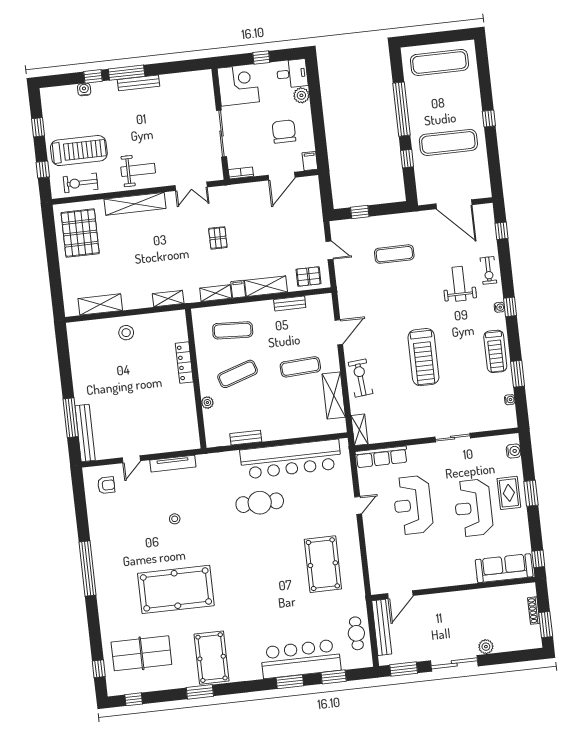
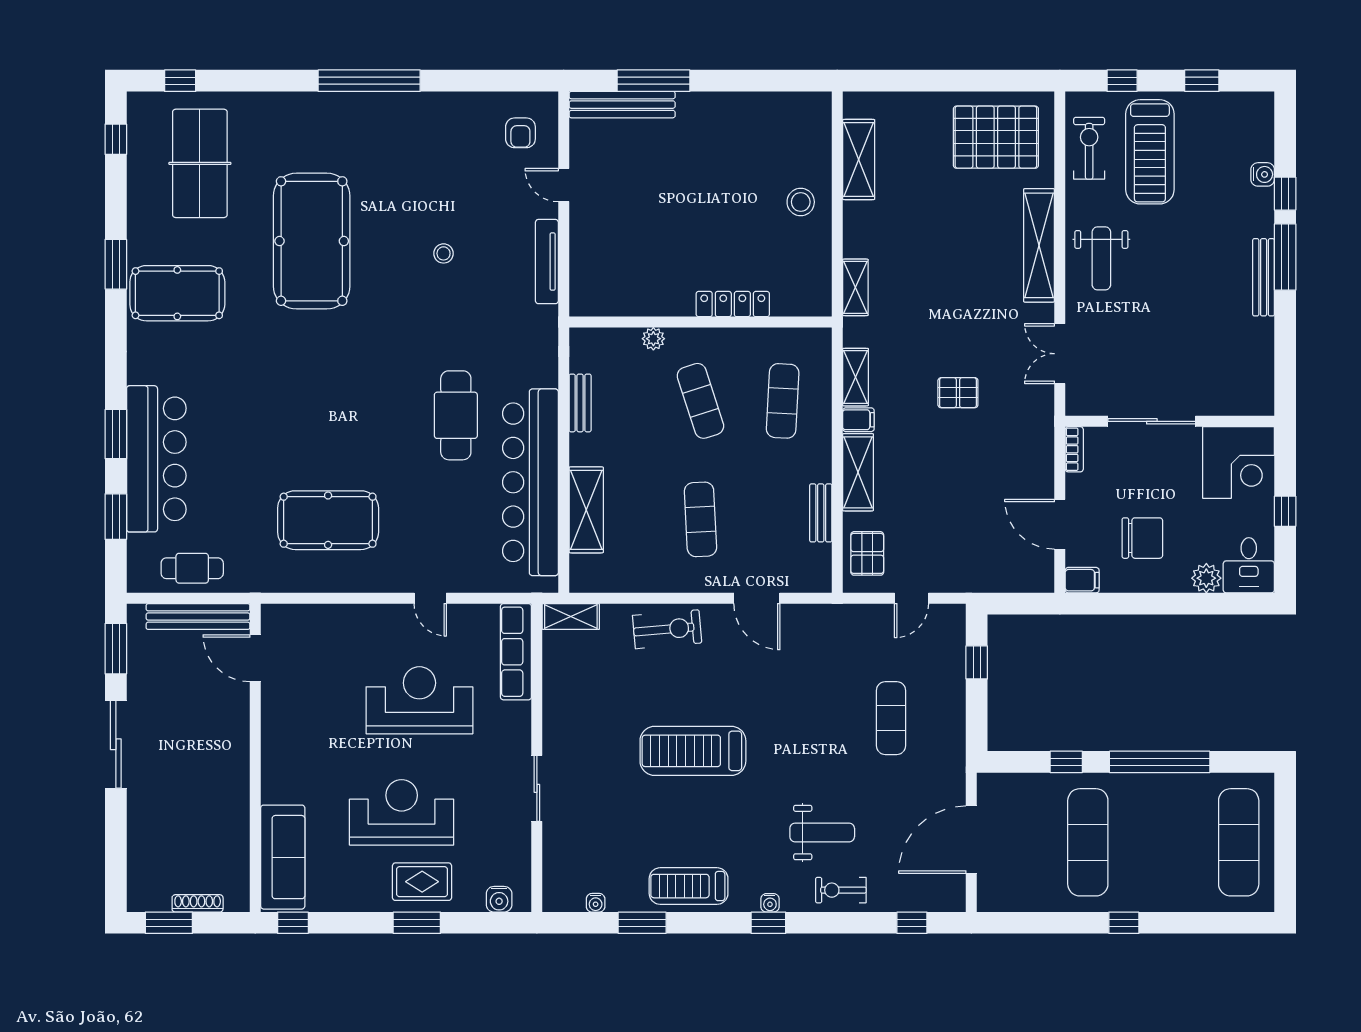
shelving: (334, 395) -> (586, 510), moved, turned 90
plant: (486, 647) -> (140, 807), removed

